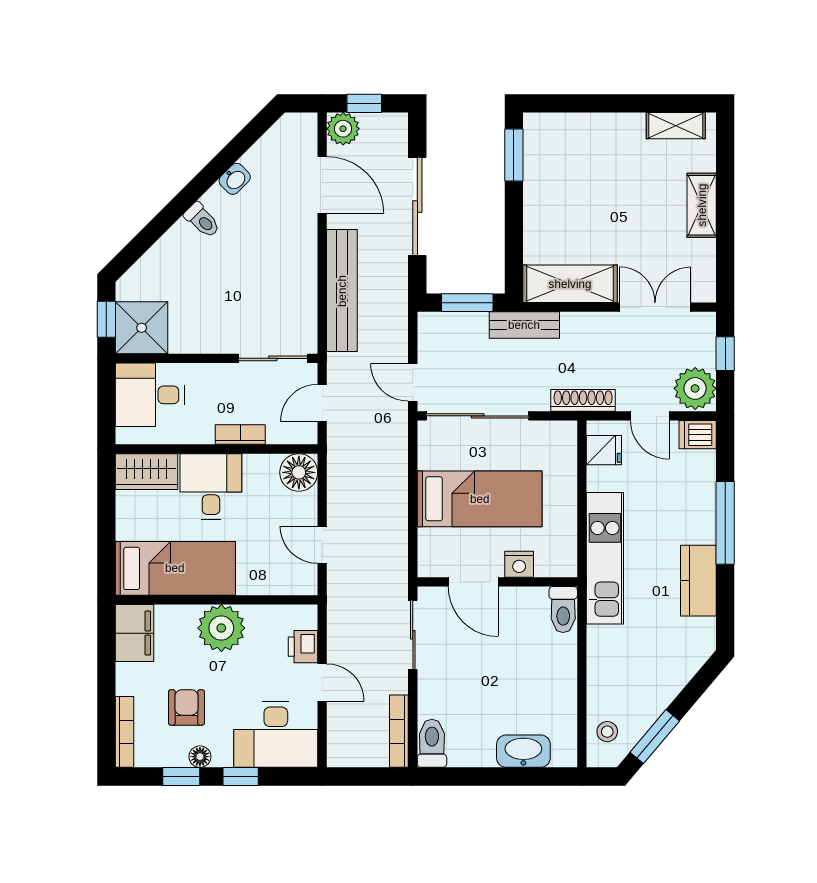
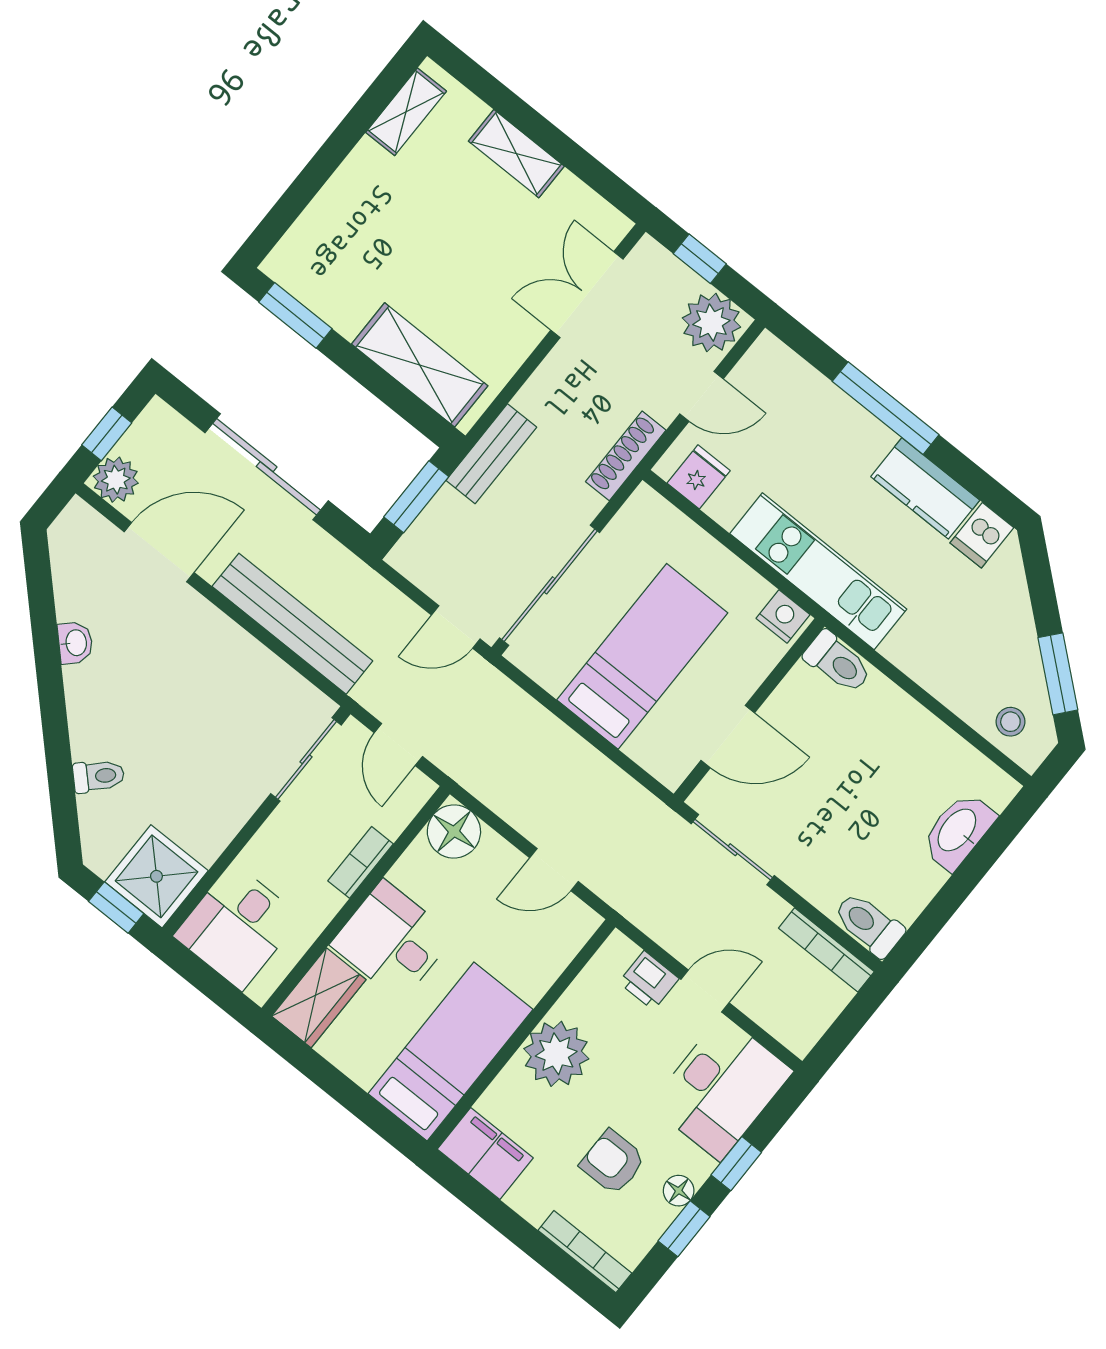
toilet: (202, 220) -> (99, 776), moved
shelving: (570, 284) -> (420, 365), moved, turned 90
dishwasher: (698, 435) -> (982, 535), moved
nightstand: (519, 564) -> (783, 616), moved, turned -90

